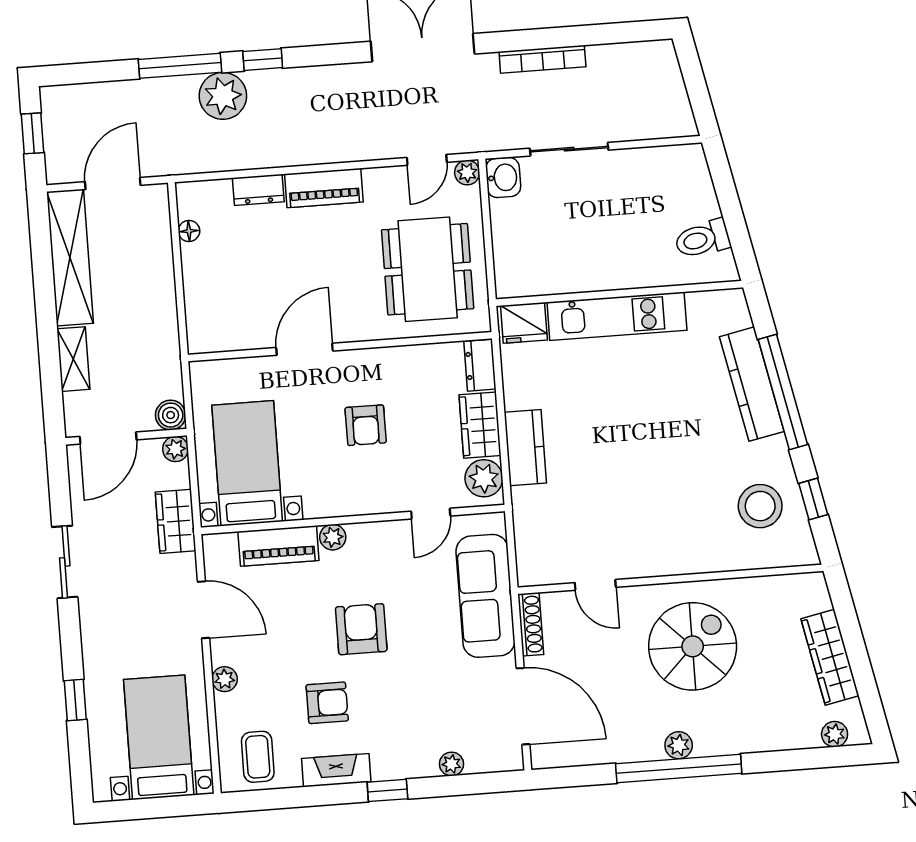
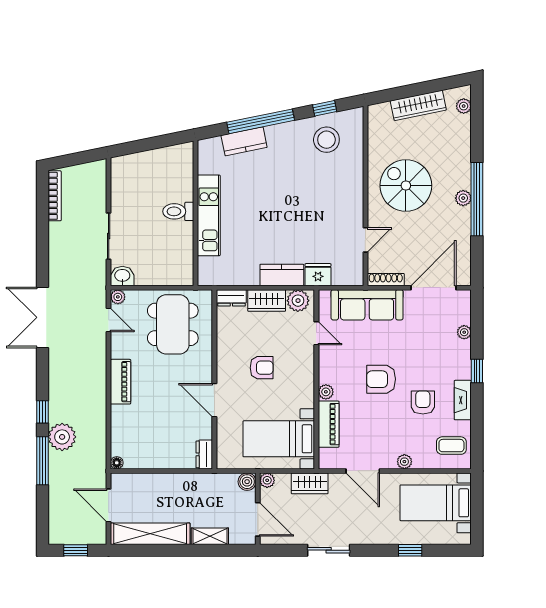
bookcase: (542, 59) -> (55, 196), moved
dresser: (258, 190) -> (204, 454), moved, turned 180
floor lamp: (189, 231) -> (117, 463), moved
toilet: (702, 239) -> (178, 211), moved, turned 102
dining table: (428, 269) -> (173, 324), turned 90
fridge: (524, 323) -> (318, 275), moved, turned -90
kitchen counter: (752, 384) -> (244, 141), width x0.67
door: (204, 610) -> (363, 471), swing flipped

